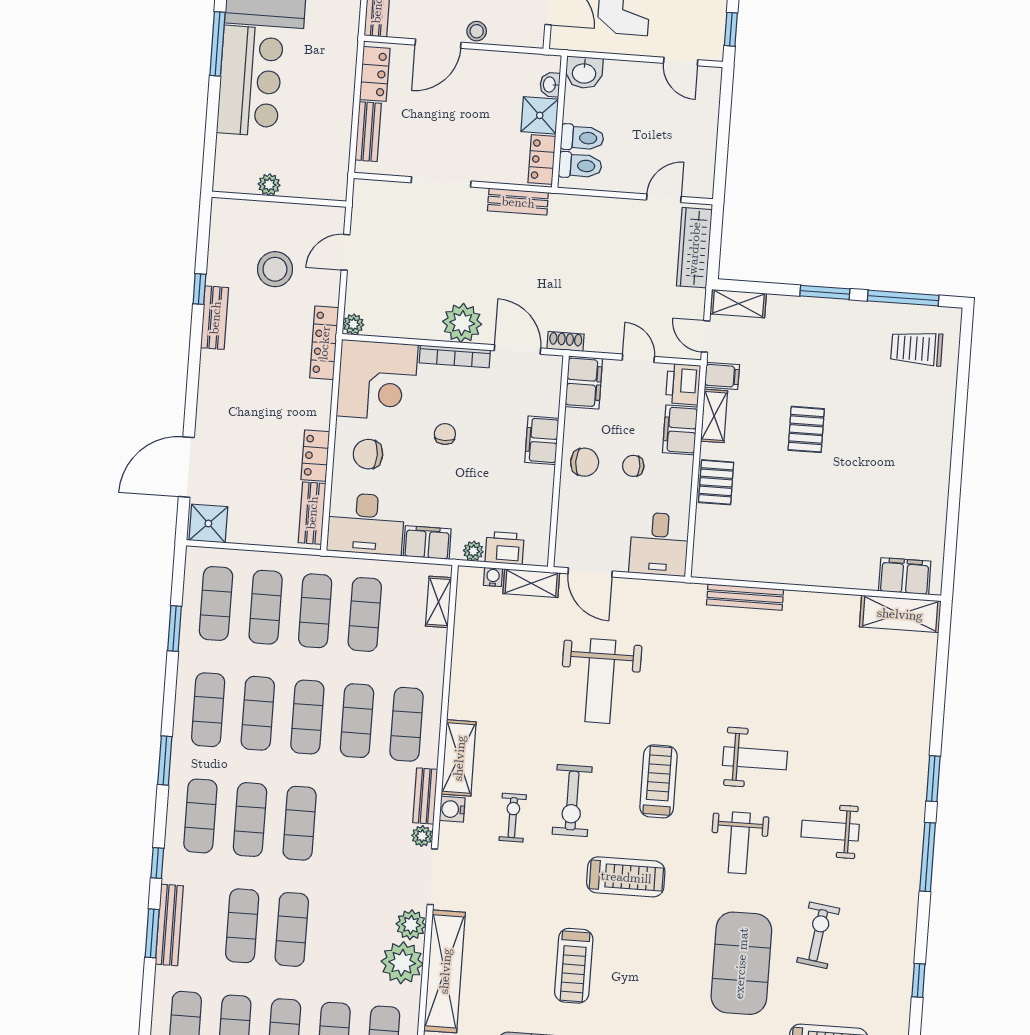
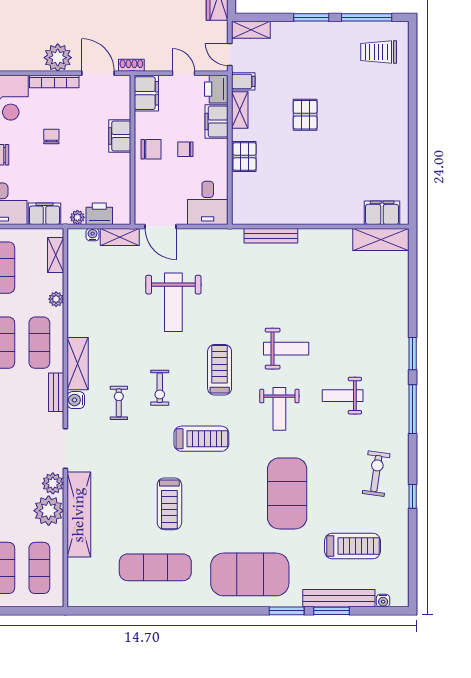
exercise bike: (572, 800) -> (160, 388), width x0.73, depth x0.72
plant: (422, 836) -> (56, 299), moved
exercise bike: (818, 935) -> (376, 474), moved

